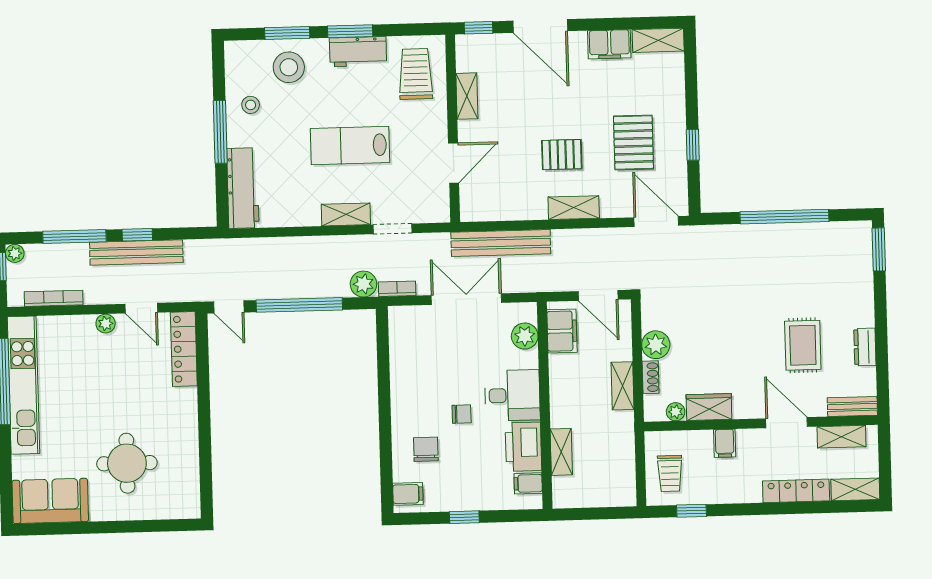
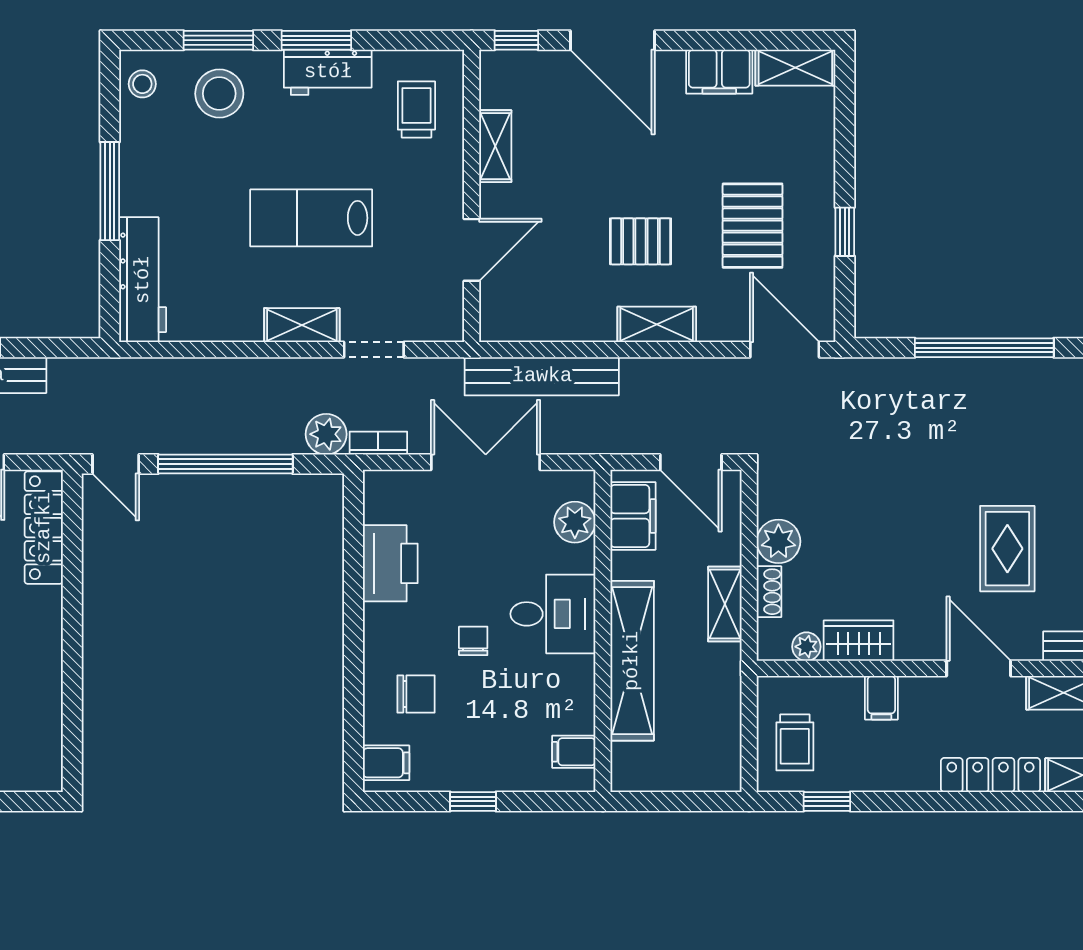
trolley: (416, 74) -> (416, 109), width x0.73, depth x0.72
stool: (251, 105) -> (142, 84), moved
chair: (462, 414) -> (473, 641), turned -90
printer: (523, 447) -> (390, 563), moved, turned 180
chair: (426, 449) -> (416, 694), turned 90
shelving: (561, 452) -> (632, 661), width x2.20, depth x1.33

